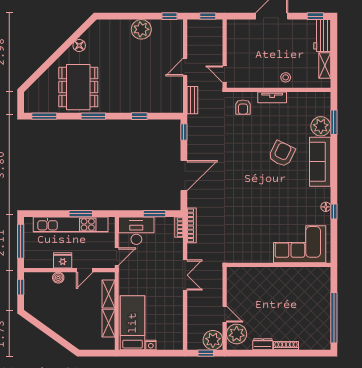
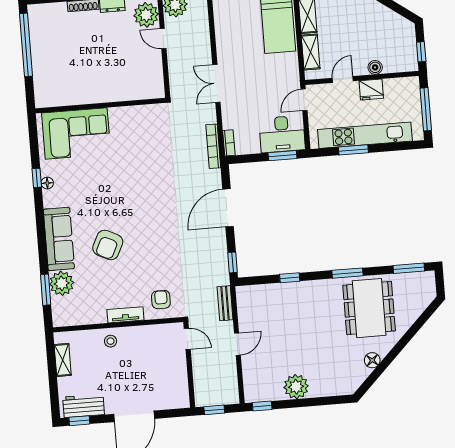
workbench: (322, 36) -> (84, 406), moved, turned -90
window: (155, 214) -> (282, 156), moved

